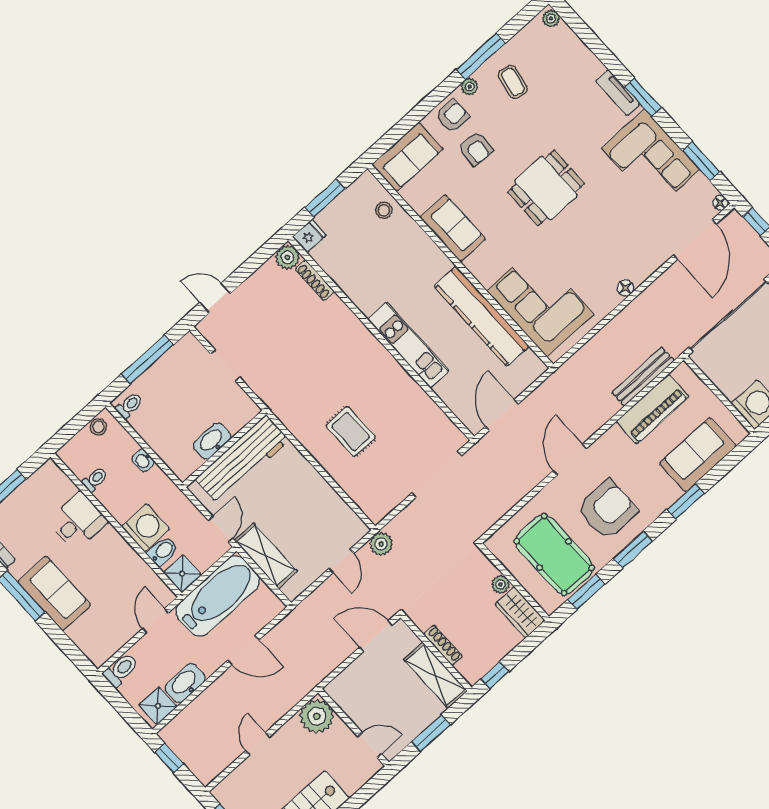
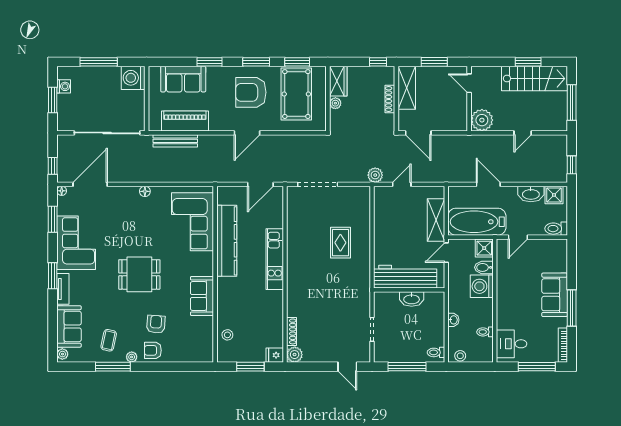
sofa: (407, 157) -> (69, 326), moved, turned 90
desk: (78, 521) -> (512, 344), moved

